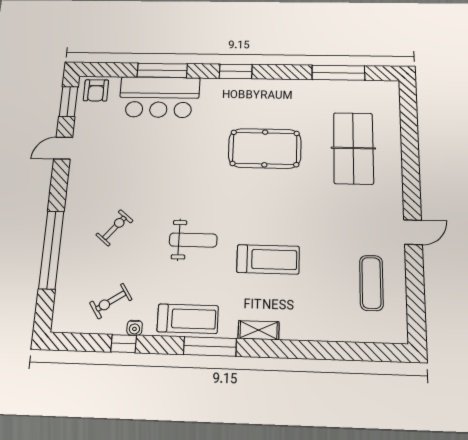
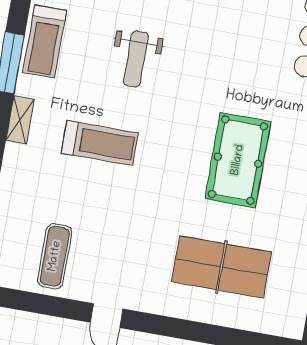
treadmill: (268, 259) -> (100, 143), turned -90
exercise mat: (371, 283) -> (55, 256), turned 90

